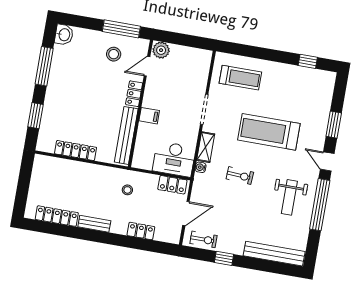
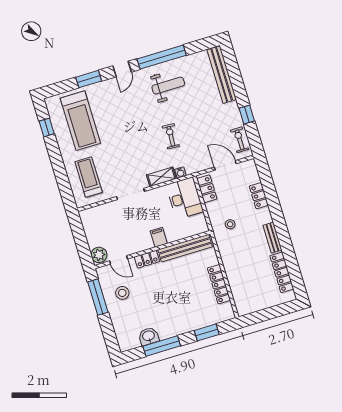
washbasin: (64, 35) -> (149, 336), moved
treadmill: (269, 132) -> (80, 121), moved

